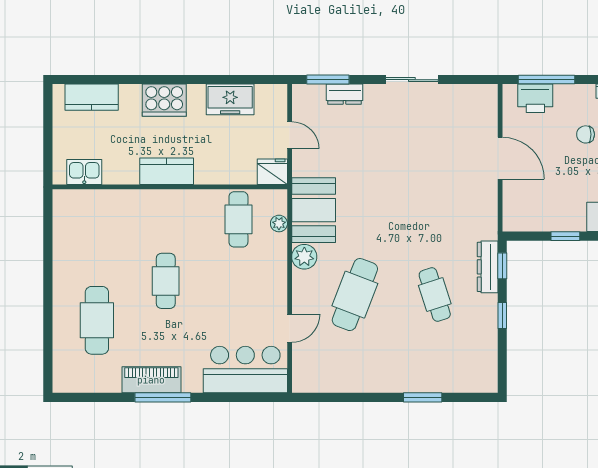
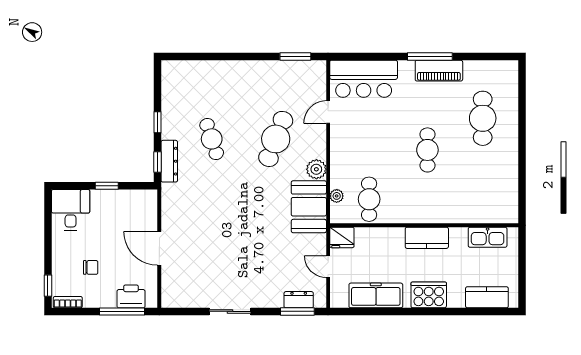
dresser: (345, 94) -> (299, 300), moved
freezer: (230, 99) -> (376, 295), width x1.40
kitchen sink: (84, 172) -> (488, 237), width x1.38
window: (423, 397) -> (295, 56), moved

